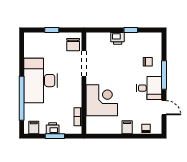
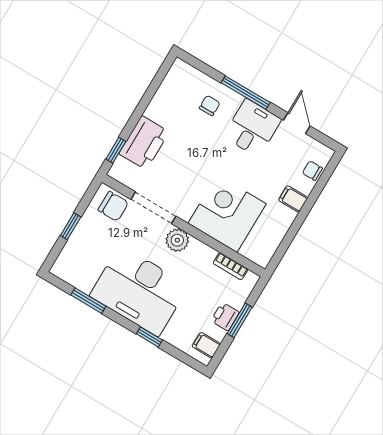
window: (131, 30) -> (116, 150), moved
printer: (118, 38) -> (144, 143), width x1.87, depth x1.48
window: (22, 59) -> (88, 301), added
plant: (75, 84) -> (177, 240), added
window: (22, 98) -> (149, 337), width x0.32
door: (164, 108) -> (297, 123), hinge flipped

